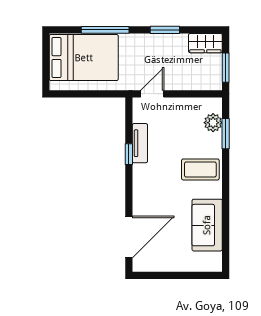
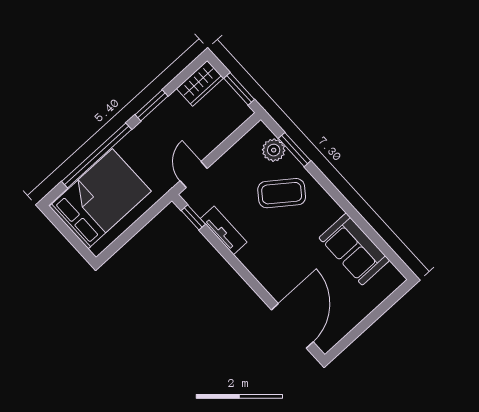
window: (105, 30) -> (97, 155), width x1.46
window: (129, 154) -> (193, 217), moved
coffee table: (200, 169) -> (282, 193), moved, turned 37

